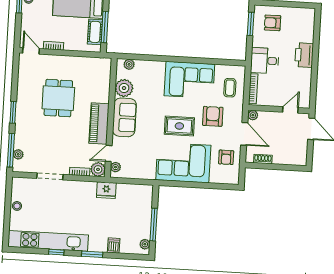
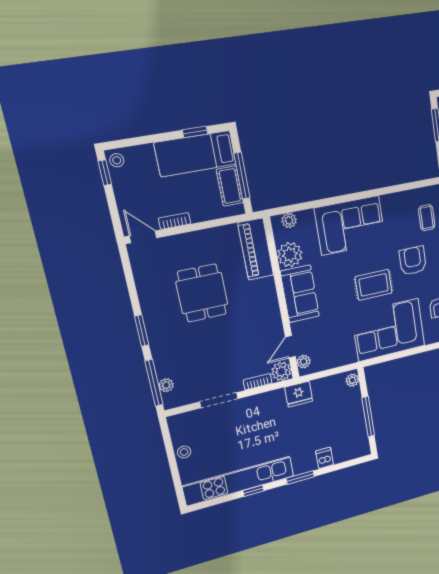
corner sofa: (189, 80) -> (350, 225), moved
piano: (99, 123) -> (256, 249), moved
plant: (145, 244) -> (352, 380), moved

